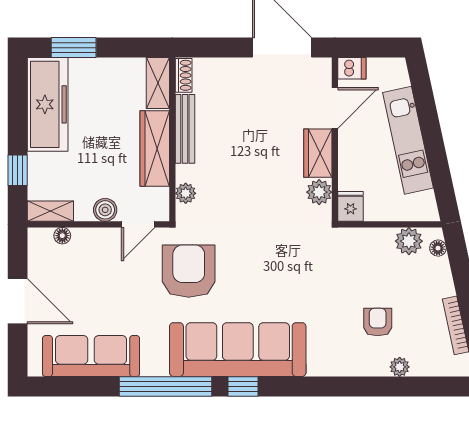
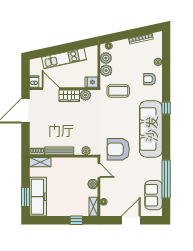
freezer: (48, 104) -> (38, 197), moved, turned 90
wardrobe: (155, 148) -> (67, 163), removed
plant: (379, 242) -> (106, 70), added
coffee table: (330, 271) -> (118, 91), added
armchair: (378, 322) -> (150, 79), moved
sofa: (91, 356) -> (154, 195), width x0.73
window: (166, 386) -> (166, 179), moved
window: (243, 386) -> (166, 108), moved

